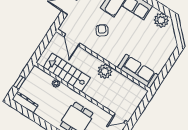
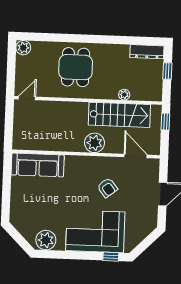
window: (40, 51) -> (165, 122), added
plant: (105, 71) -> (94, 143), moved

